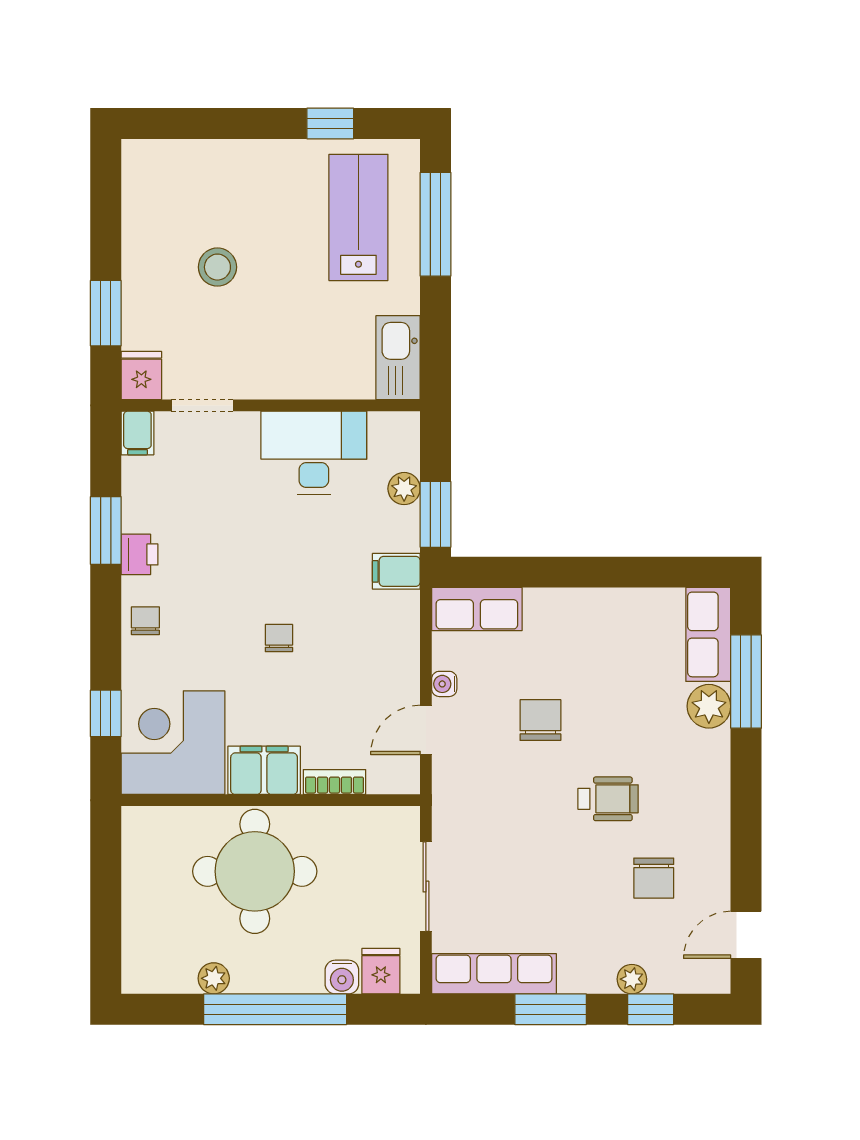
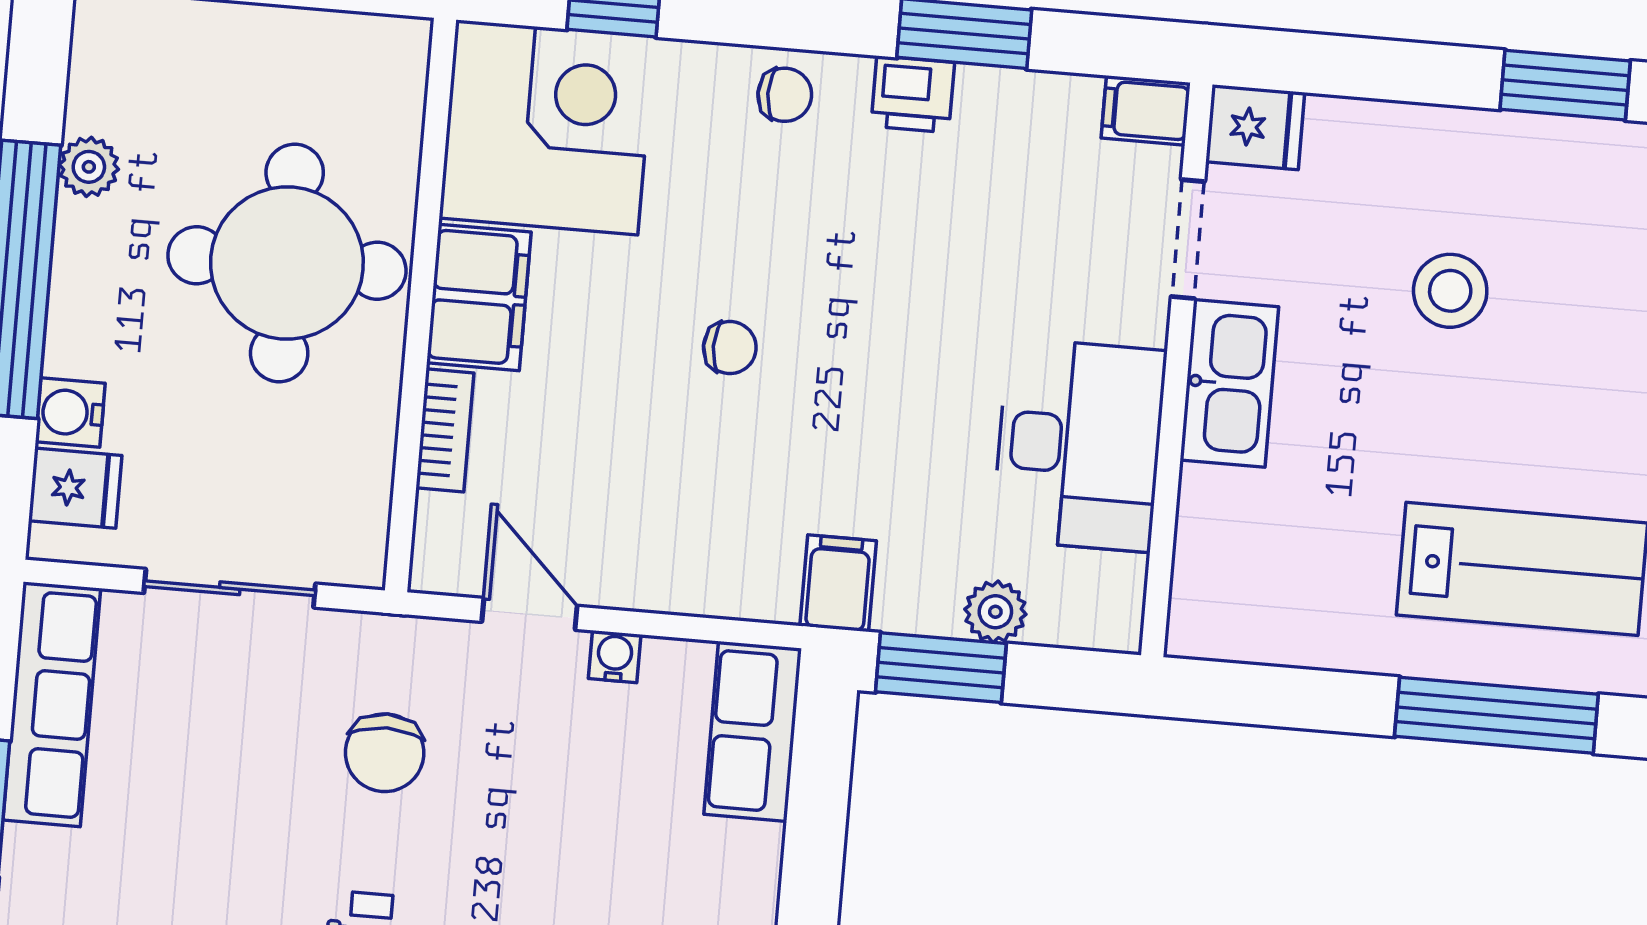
window: (106, 313) -> (1565, 85), moved
kitchen sink: (398, 358) -> (1229, 383), moved, turned 90
chair: (540, 720) -> (385, 753), moved, turned 90

